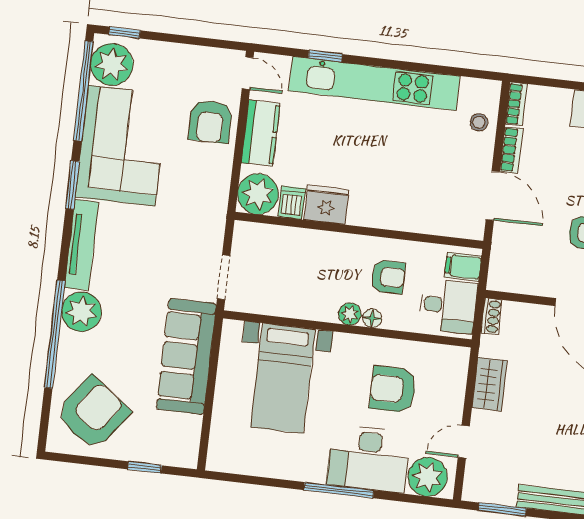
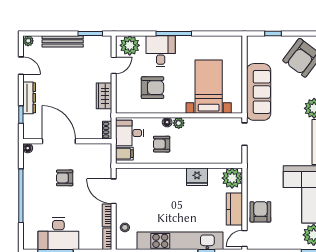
door: (248, 73) -> (244, 238), hinge flipped
dishwasher: (292, 203) -> (215, 176), removed
desk: (369, 459) -> (161, 51), width x0.73

